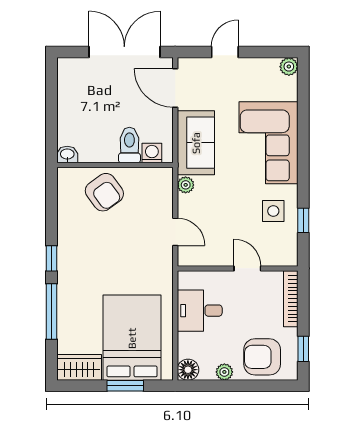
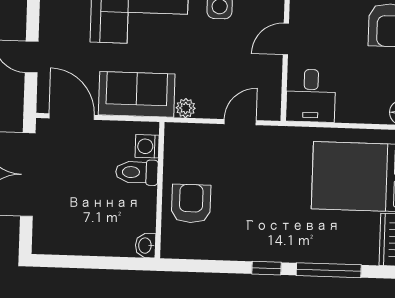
door: (175, 88) -> (72, 117), swing flipped
armchair: (104, 192) -> (191, 203), turned -54
desk: (200, 311) -> (311, 96), moved

